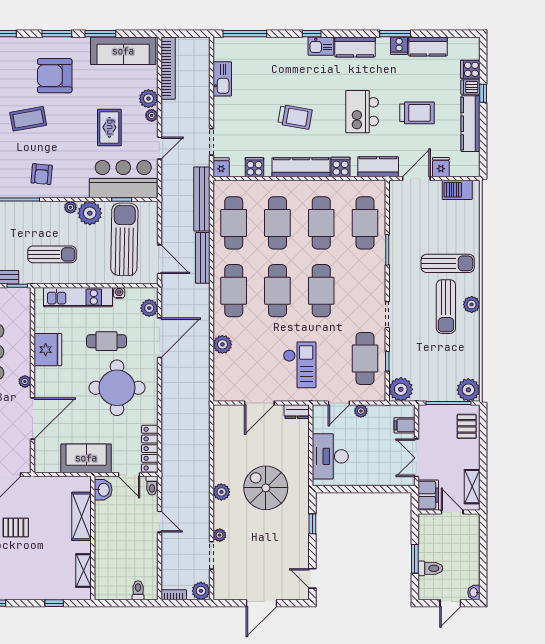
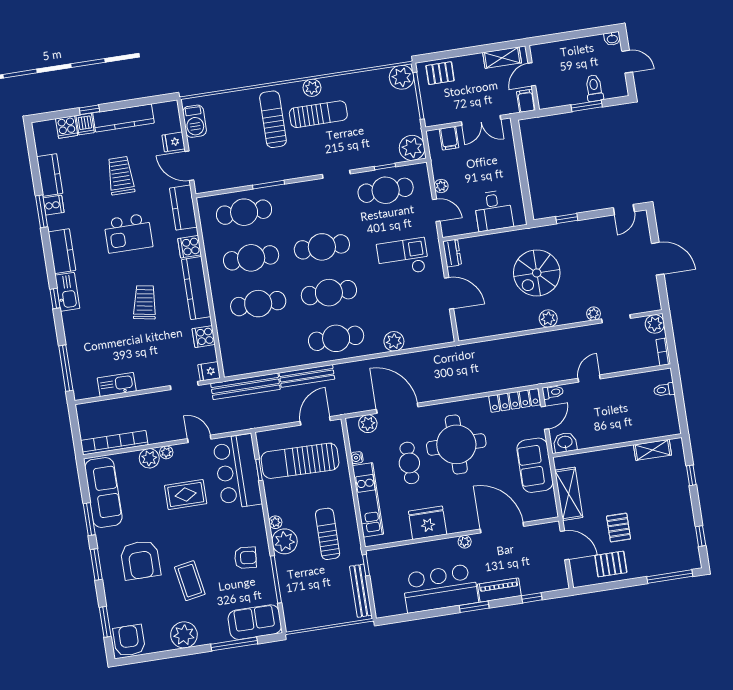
kitchen sink: (321, 46) -> (67, 292), width x1.38
plant: (90, 213) -> (285, 541), moved
cafe table: (234, 223) -> (265, 349), removed
desk: (330, 456) -> (493, 211), width x0.73
filing cabinet: (428, 495) -> (526, 101), width x0.50
shelving: (81, 516) -> (569, 494), moved, turned 90

